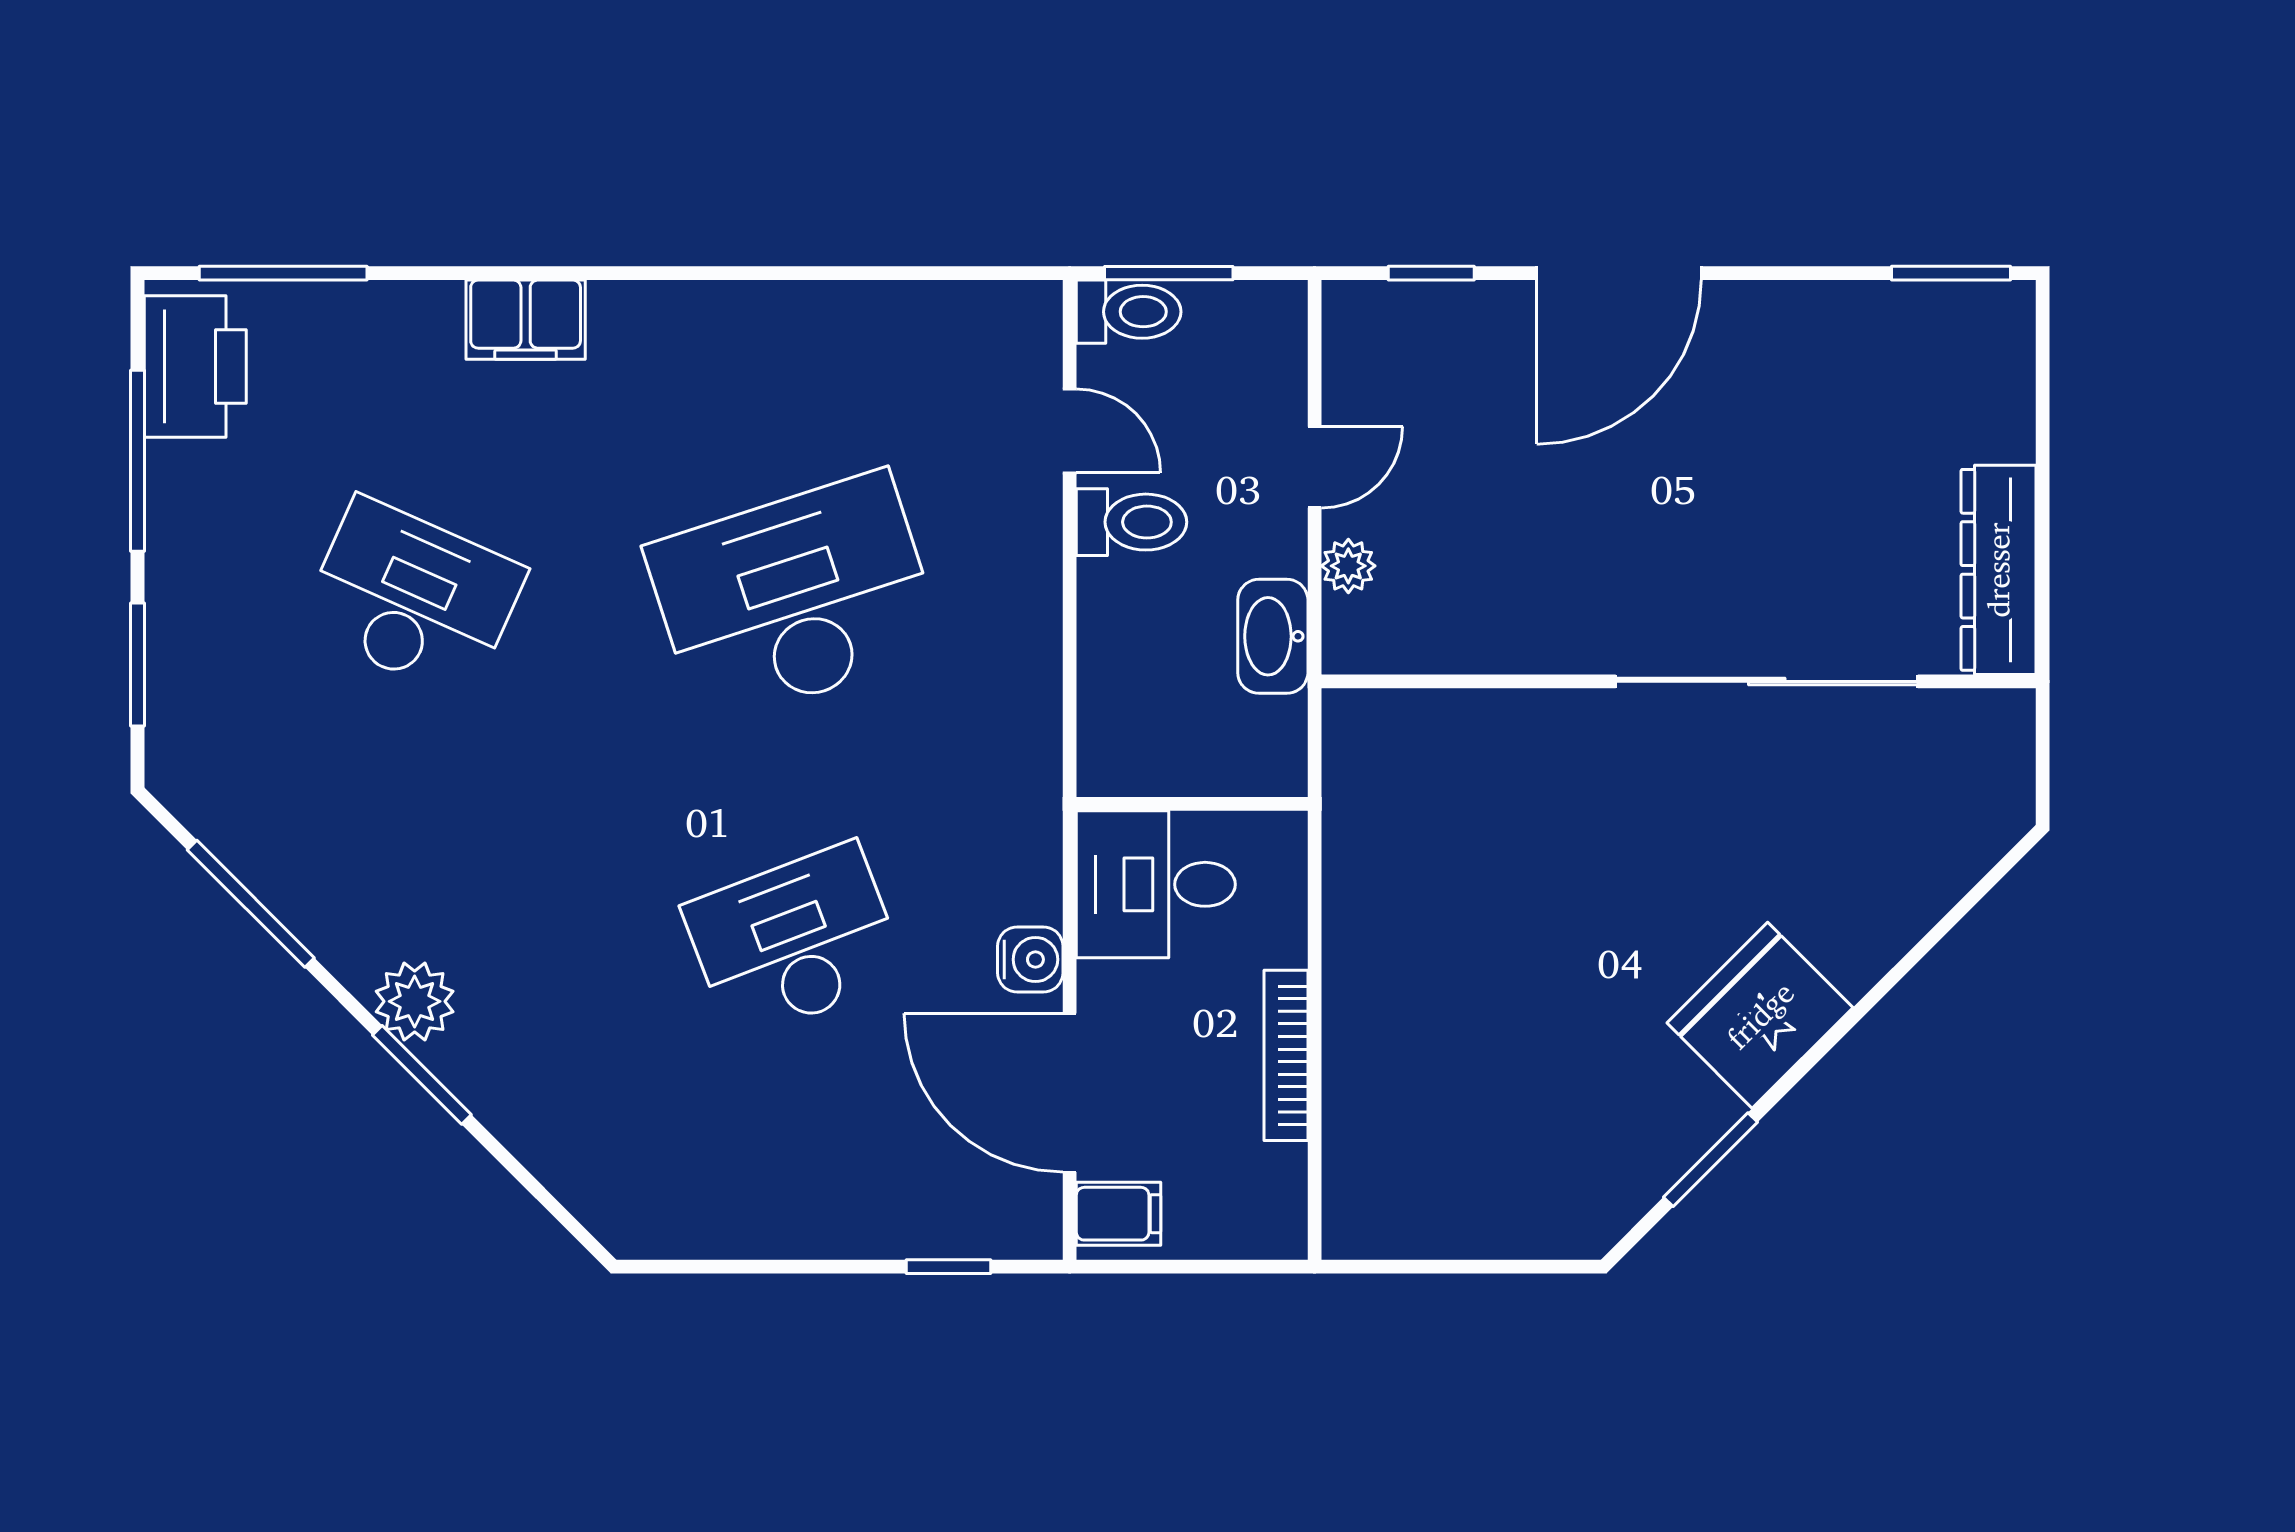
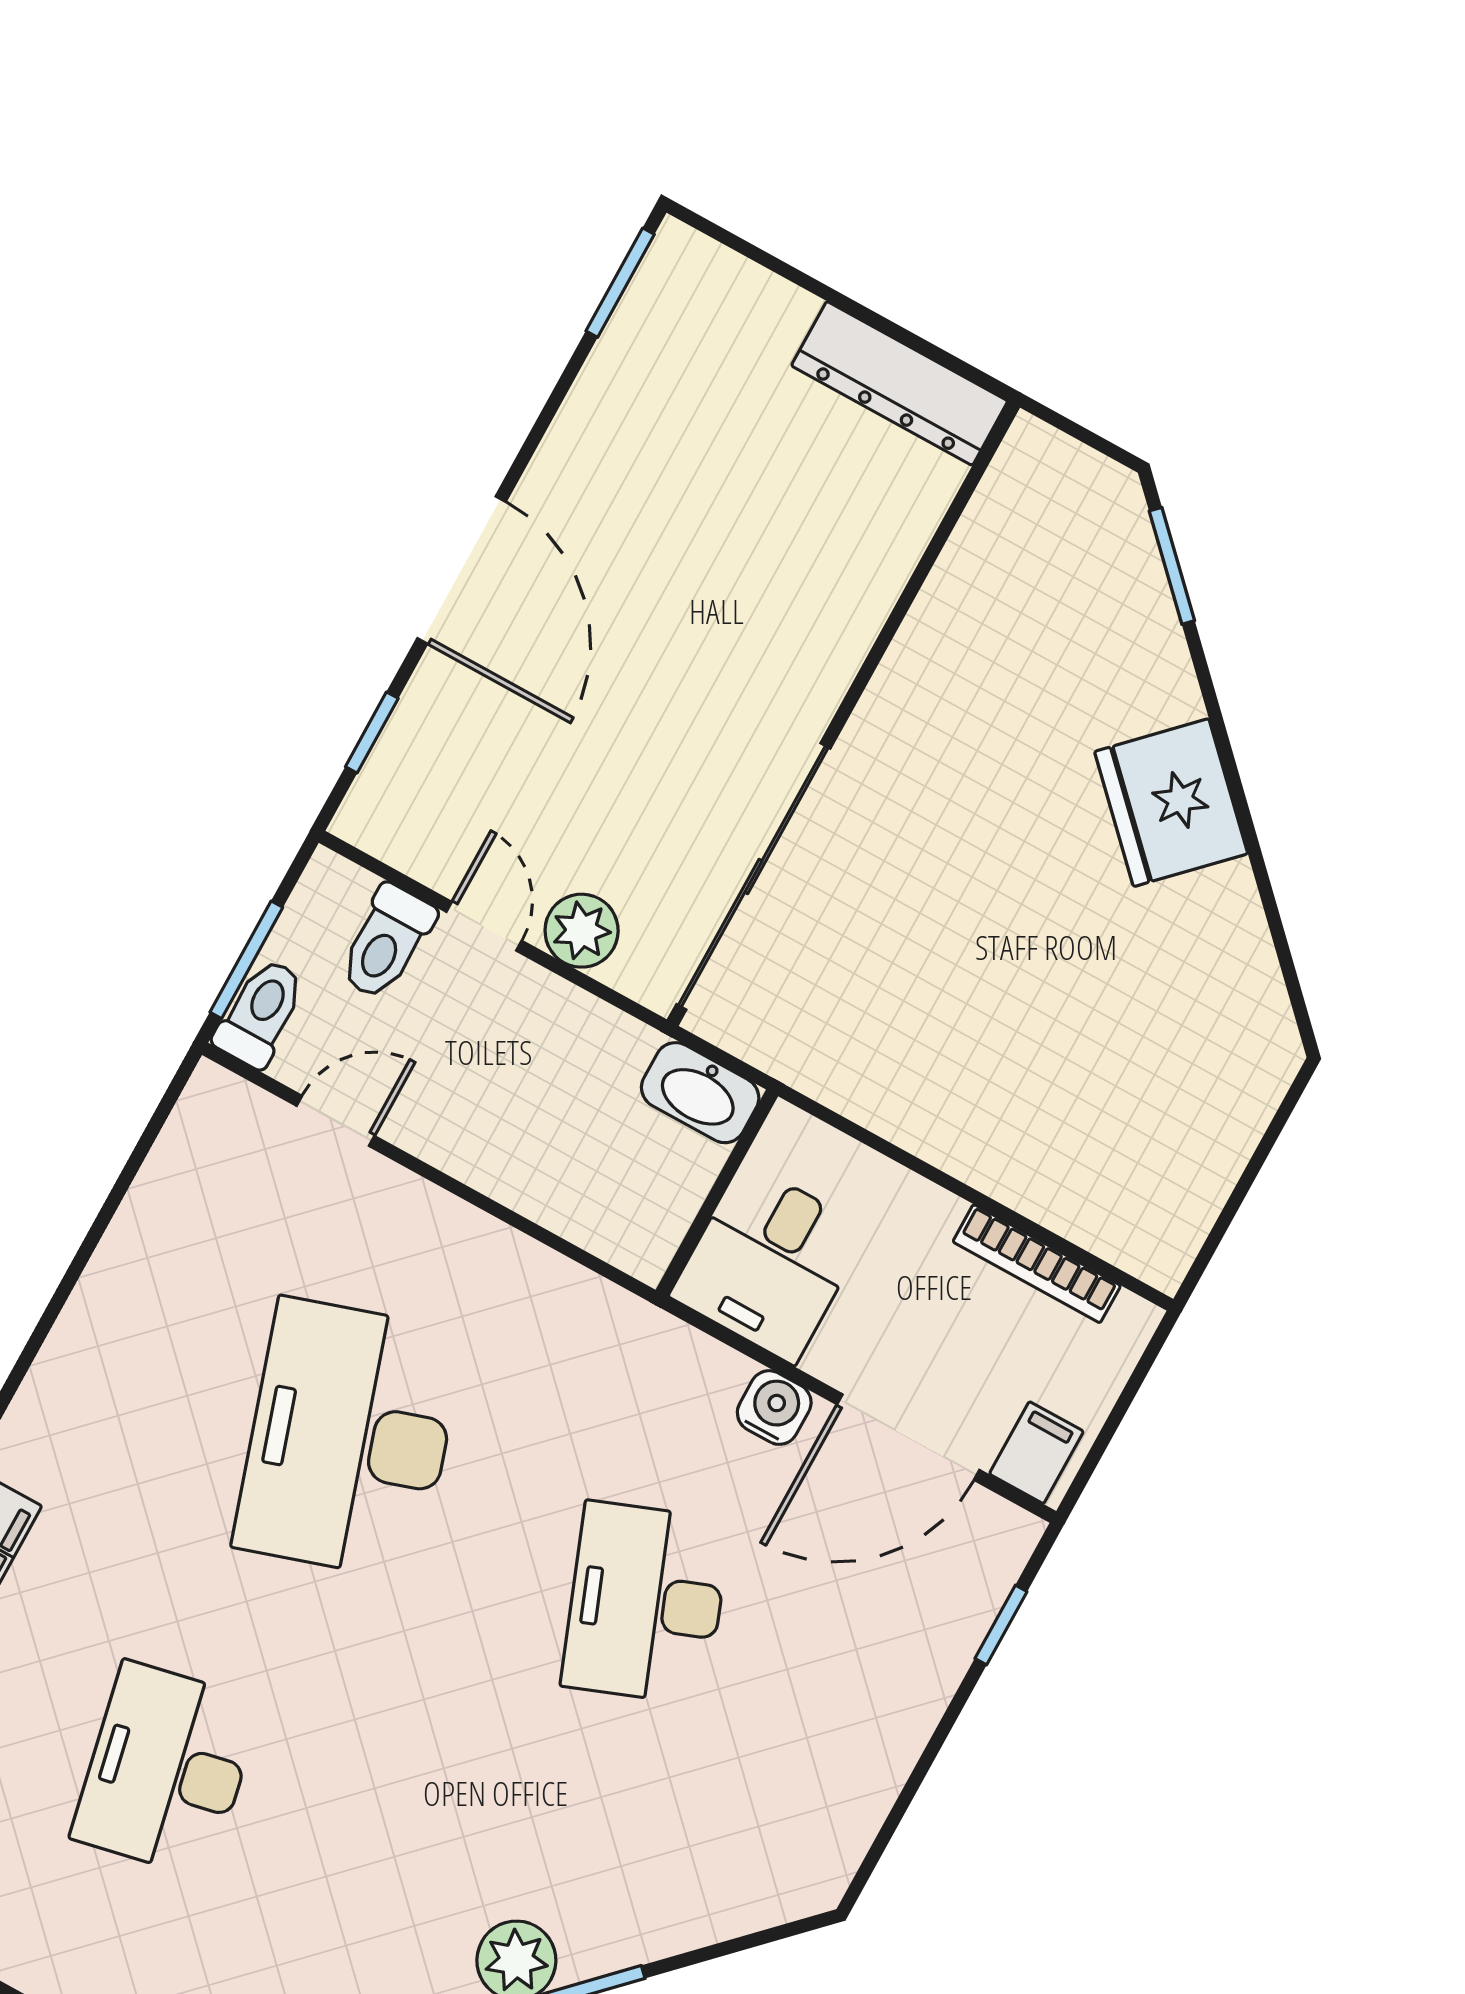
toilet: (1132, 522) -> (386, 942), moved, turned 180
plant: (1348, 566) -> (582, 931), width x1.38, depth x1.38
desk: (413, 598) -> (166, 1770), turned -36
washbasin: (1273, 636) -> (700, 1093), moved
sliding door: (1767, 681) -> (753, 876), moved
bookcase: (1286, 1055) -> (1037, 1264), moved
window: (1711, 1160) -> (1172, 566), moved

